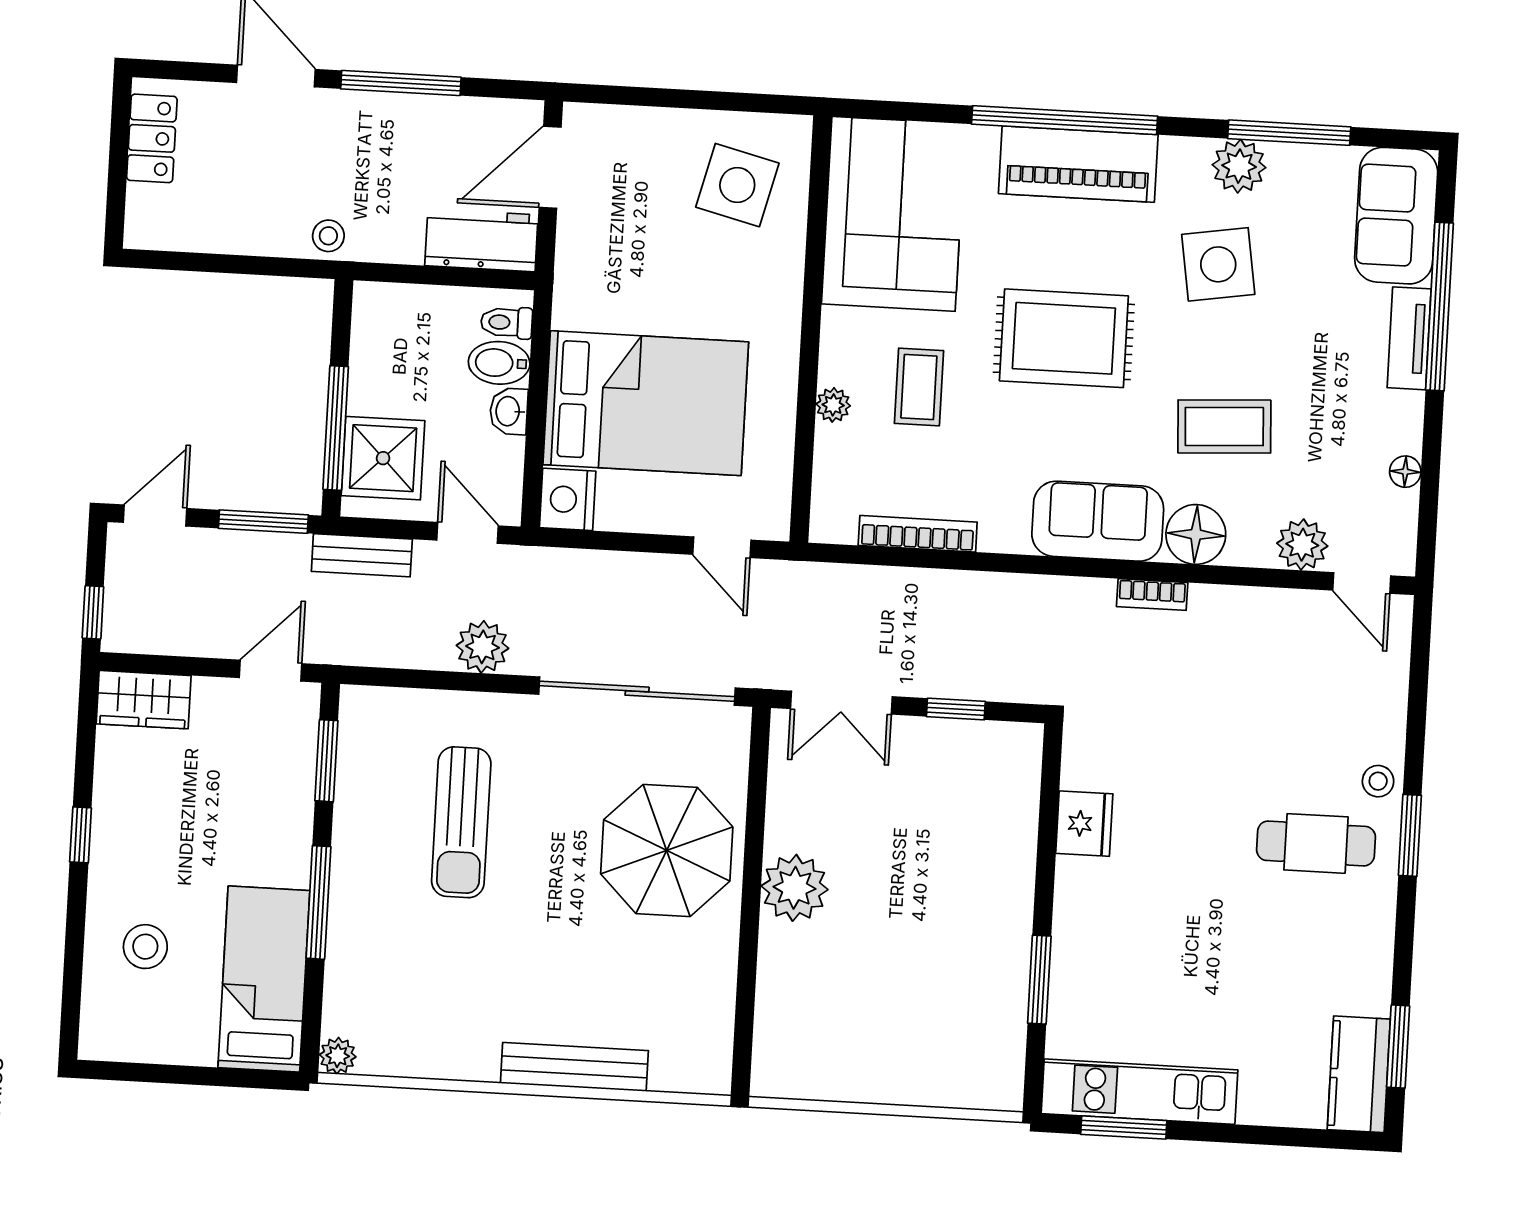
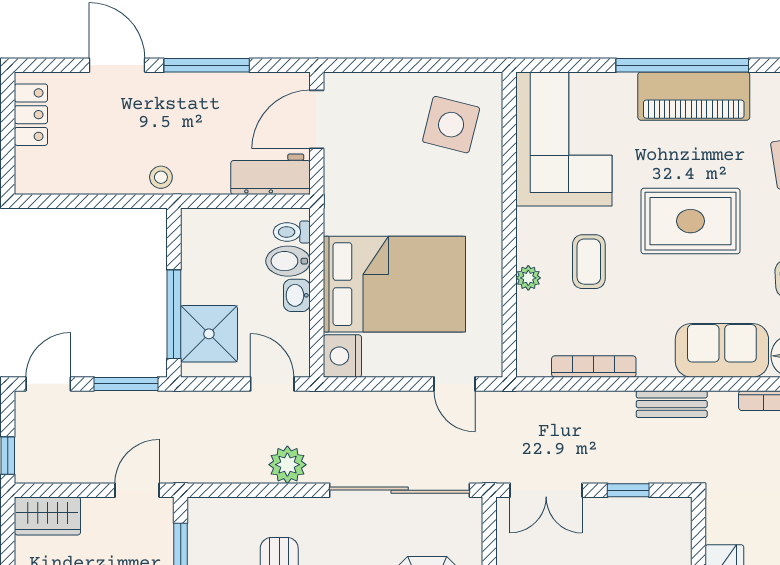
bench: (362, 555) -> (672, 404), moved

